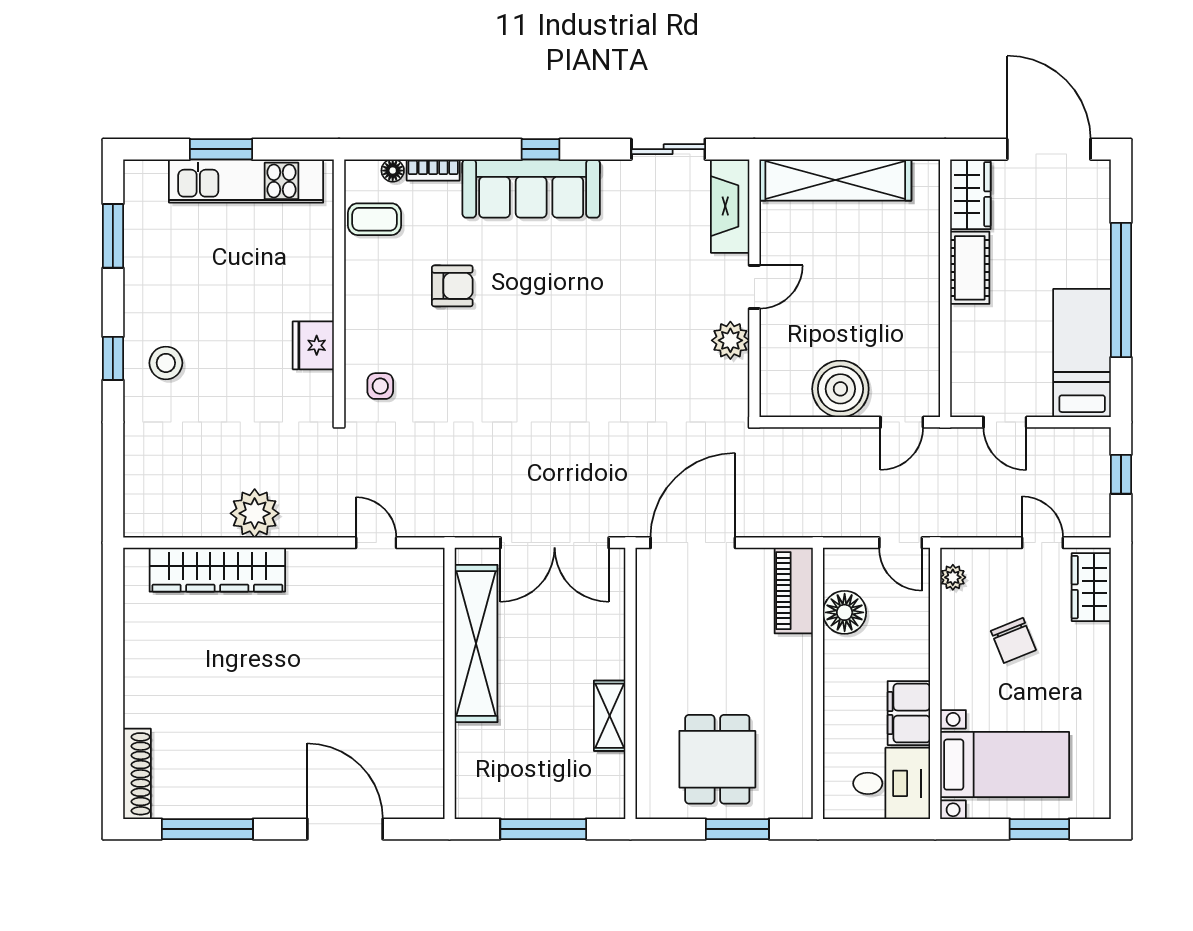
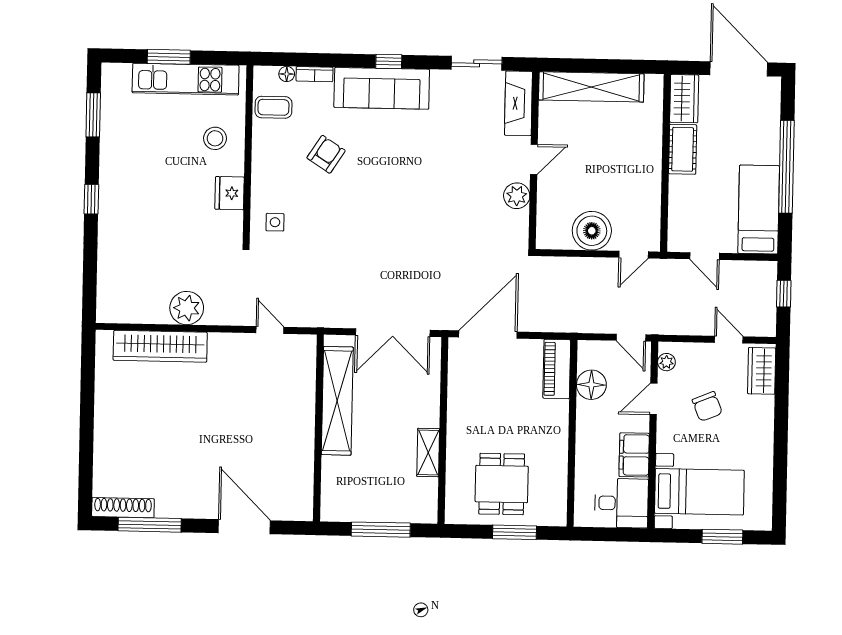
armchair: (452, 286) -> (326, 154), turned -57
stool: (166, 363) -> (215, 138), moved
door: (935, 631) -> (654, 399), added
shoe rack: (137, 774) -> (123, 508), moved, turned -90

